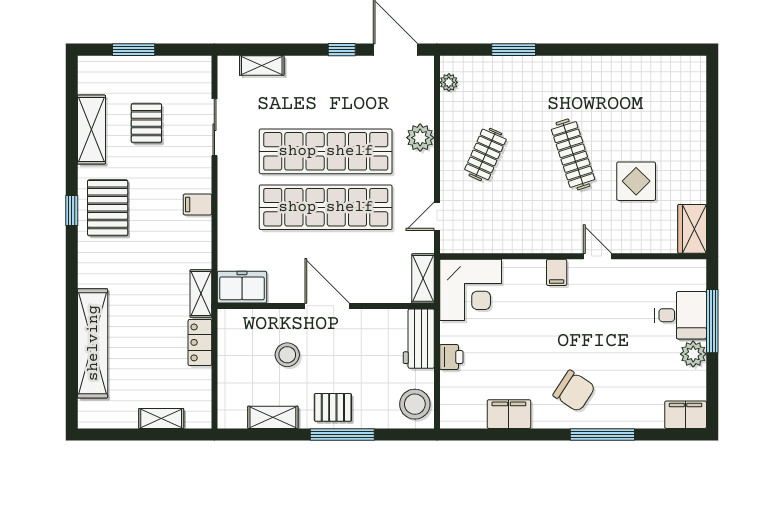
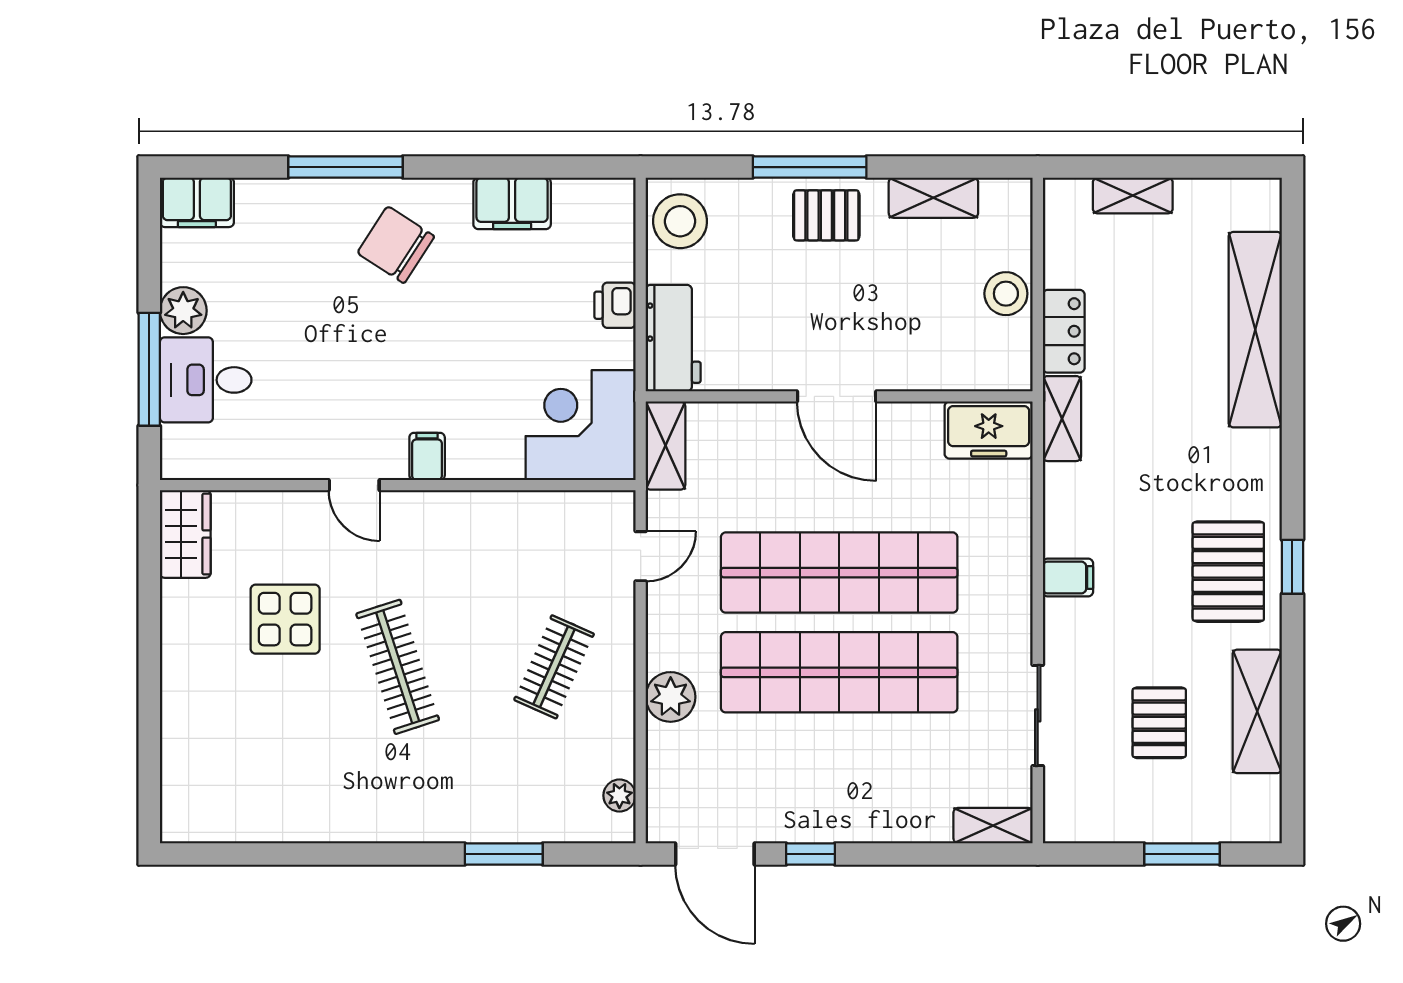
shelving: (262, 65) -> (993, 826), moved
stool: (287, 355) -> (1006, 294), moved

